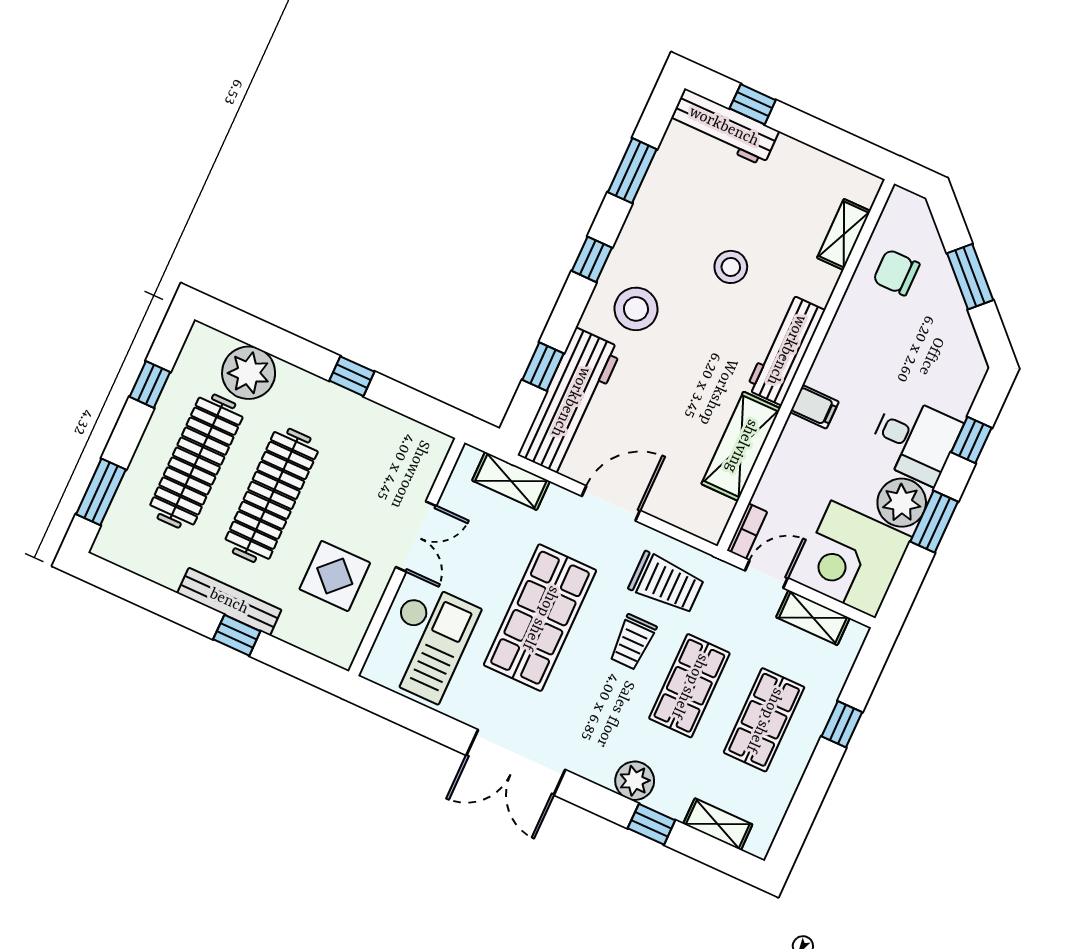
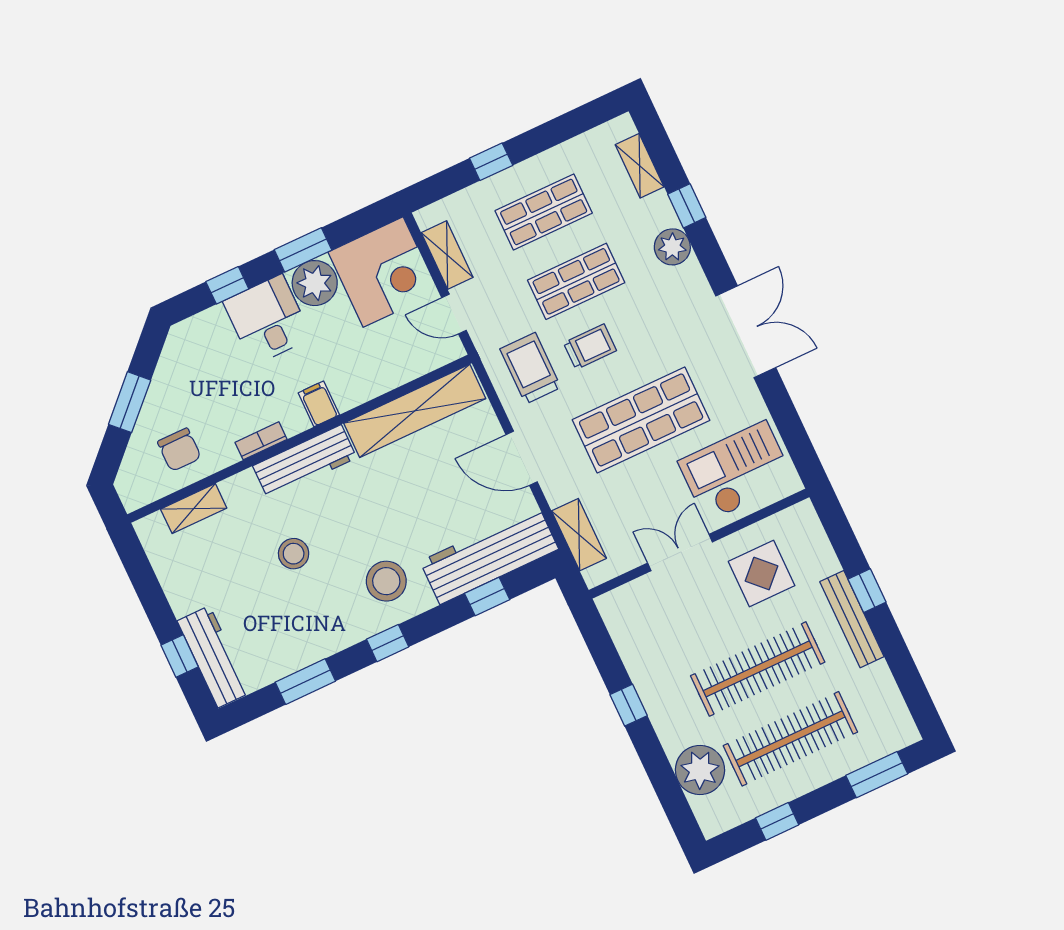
shelving: (741, 446) -> (415, 411), width x1.47
bookcase: (747, 531) -> (261, 441), moved

